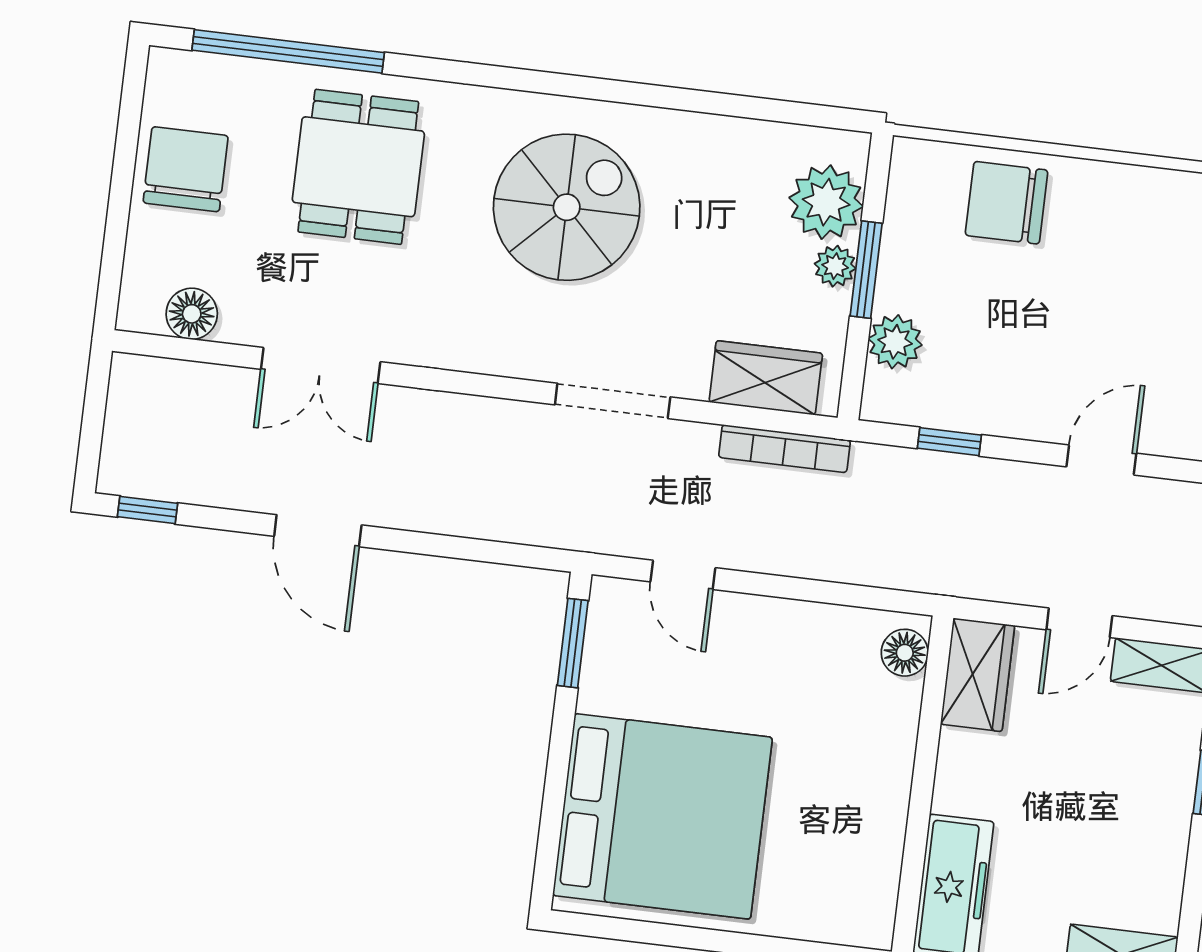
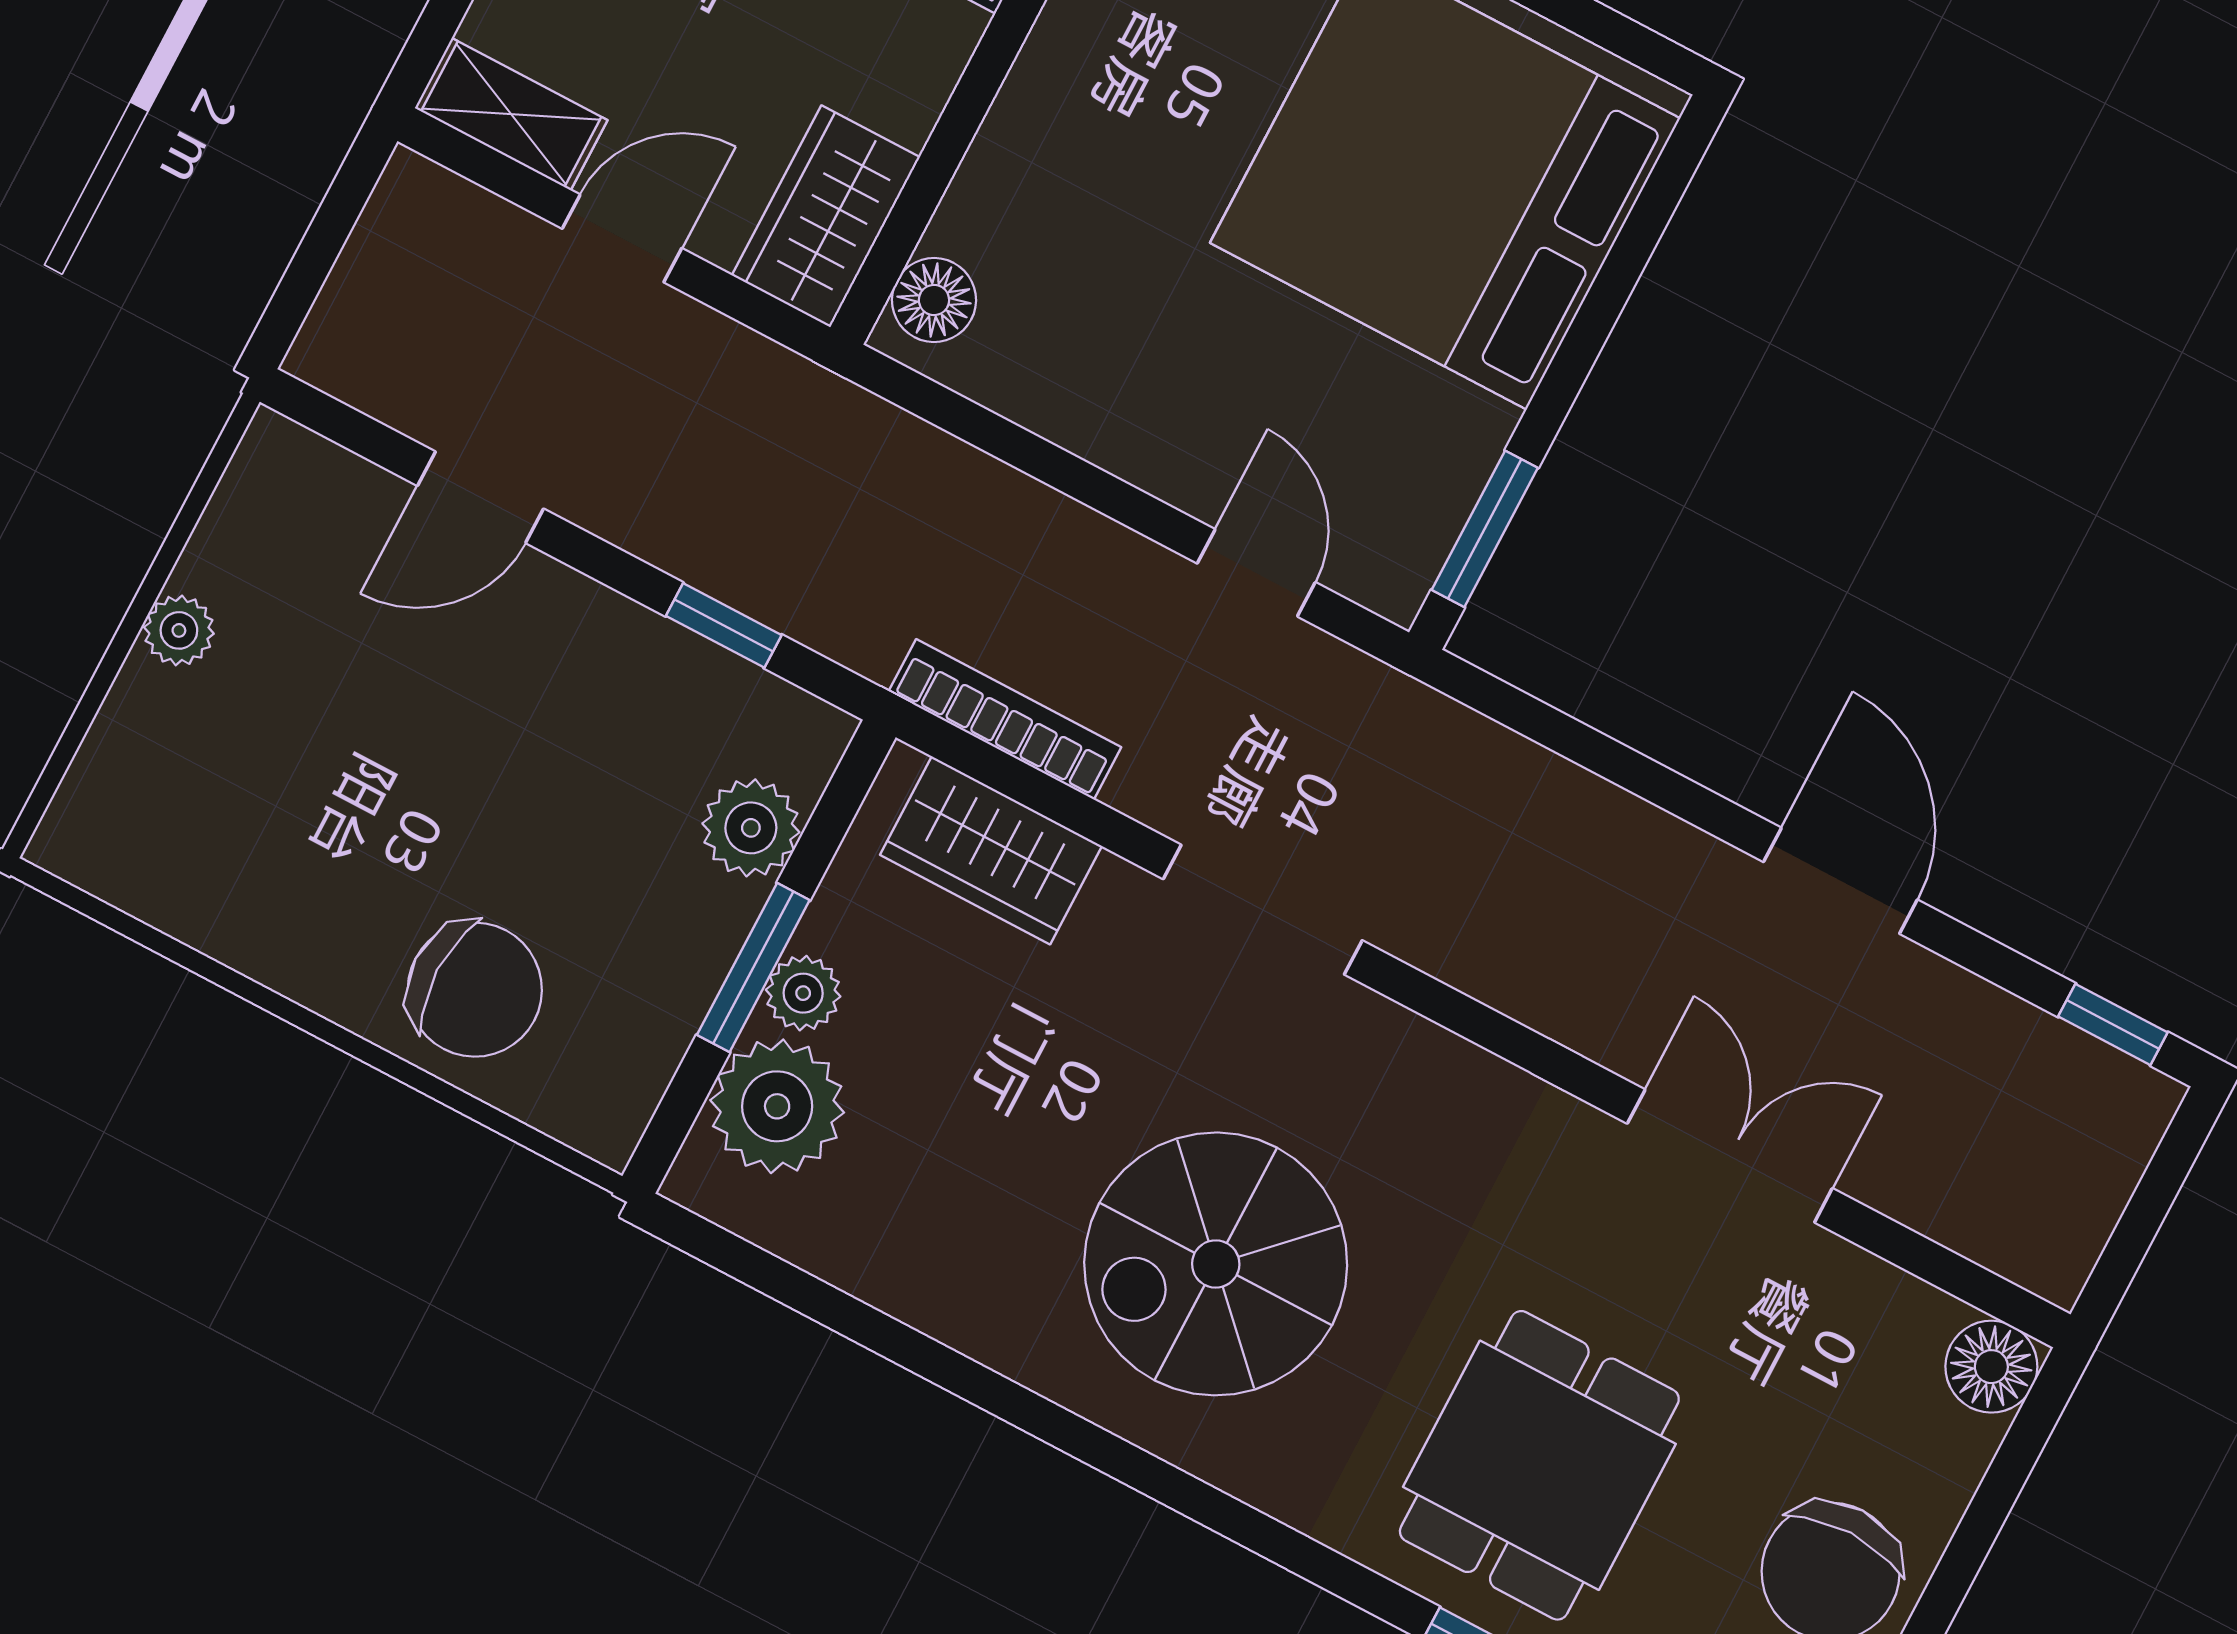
floor lamp: (192, 314) -> (1991, 1367), moved

